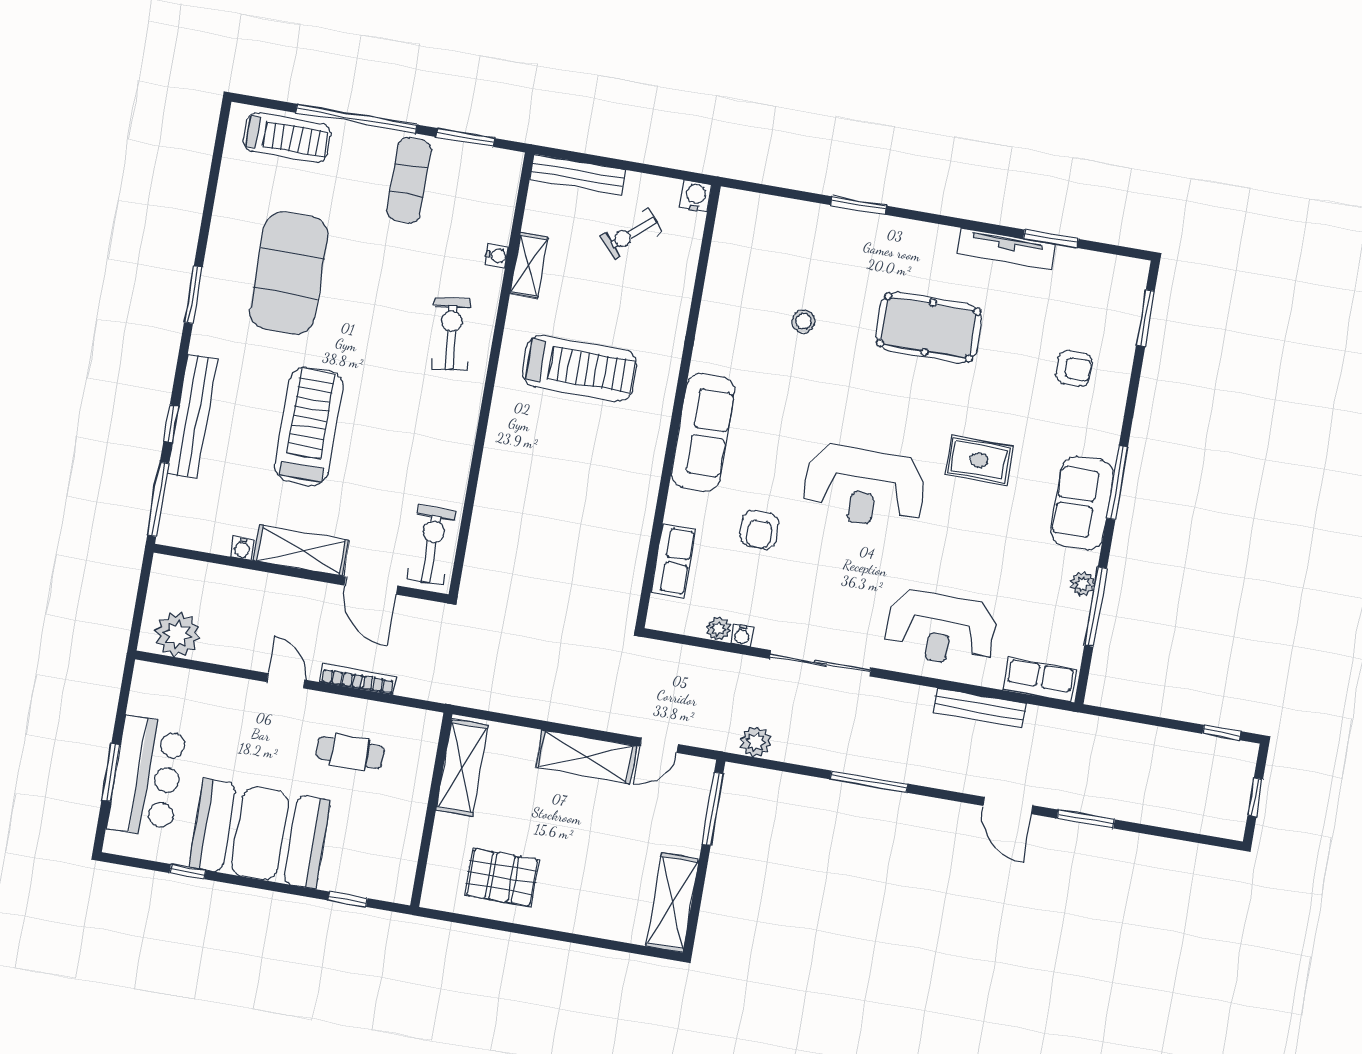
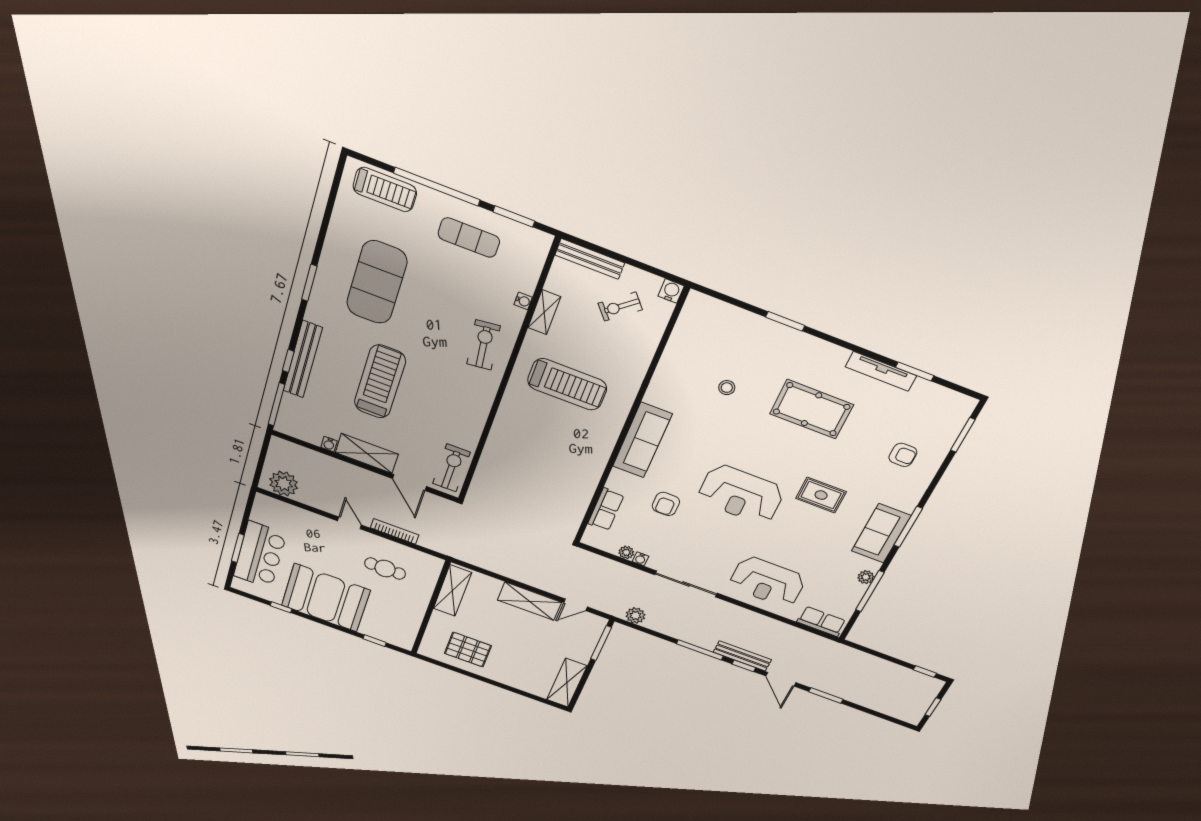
exercise mat: (409, 180) -> (469, 238), turned 90
bench: (980, 708) -> (742, 656), moved
window: (944, 795) -> (744, 666), added

